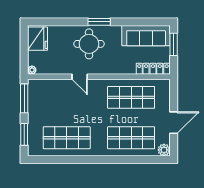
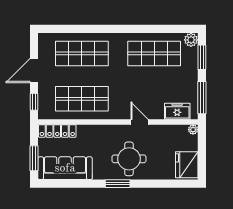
freezer: (46, 86) -> (177, 111), added
window: (174, 95) -> (34, 102), added
plant: (164, 150) -> (191, 40), moved

